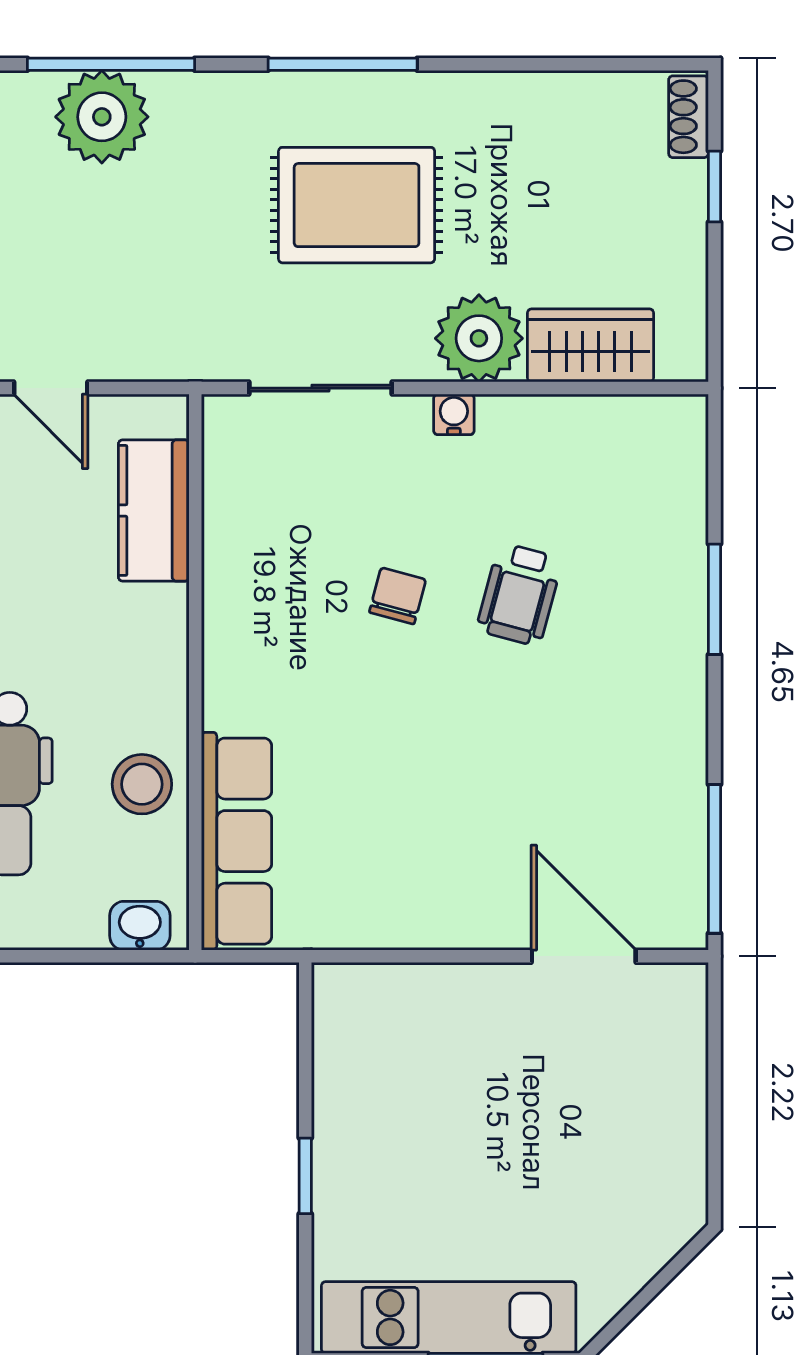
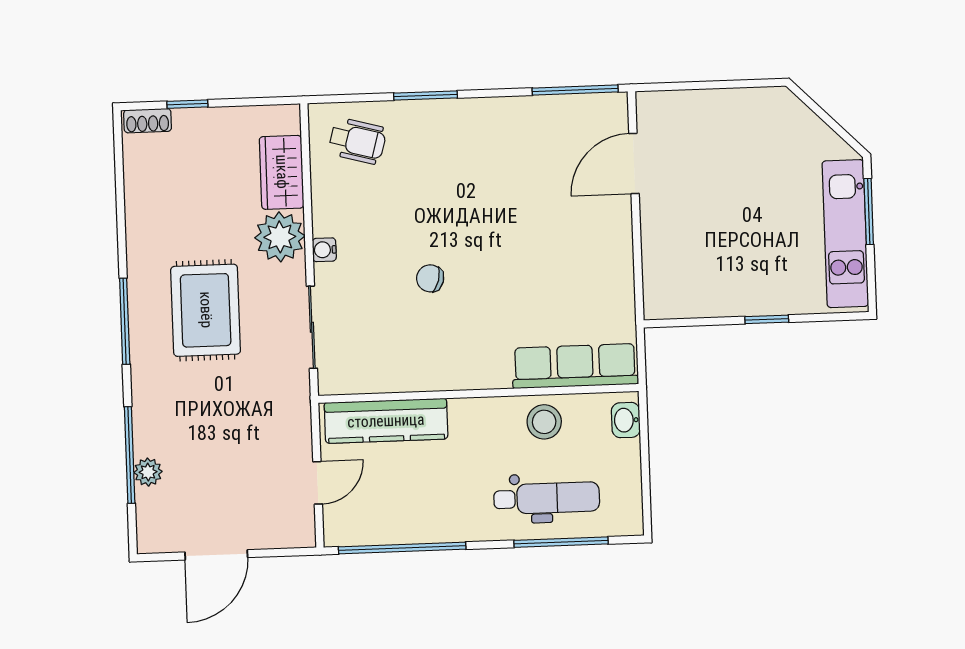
plant: (102, 117) -> (148, 472), width x0.53, depth x0.53
kitchen counter: (154, 510) -> (386, 421), width x1.50
wheelchair: (519, 594) -> (357, 141), moved

